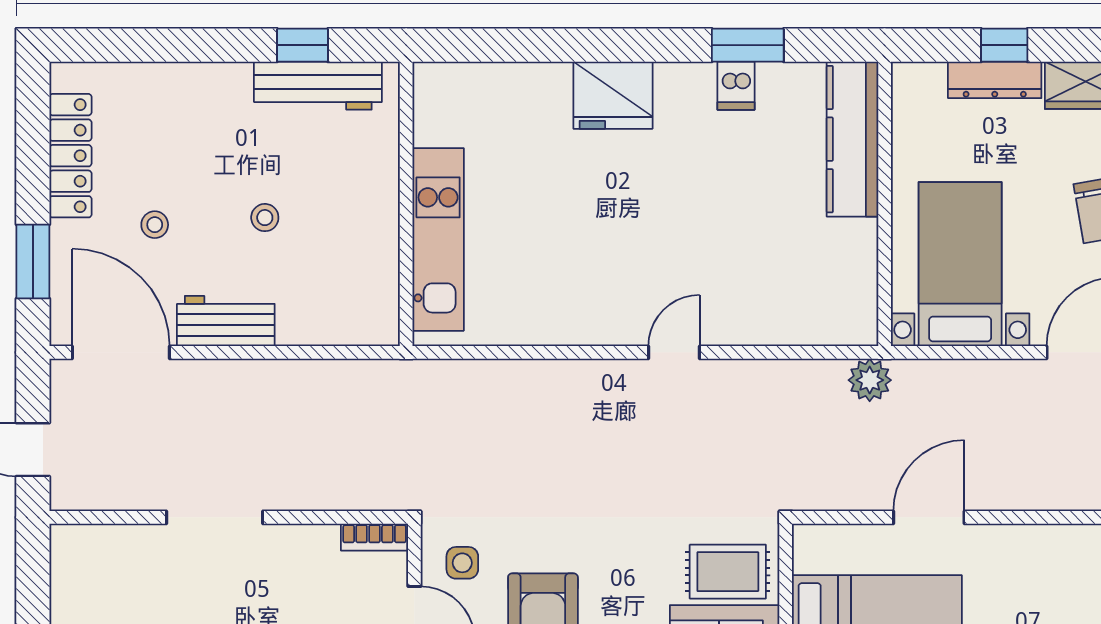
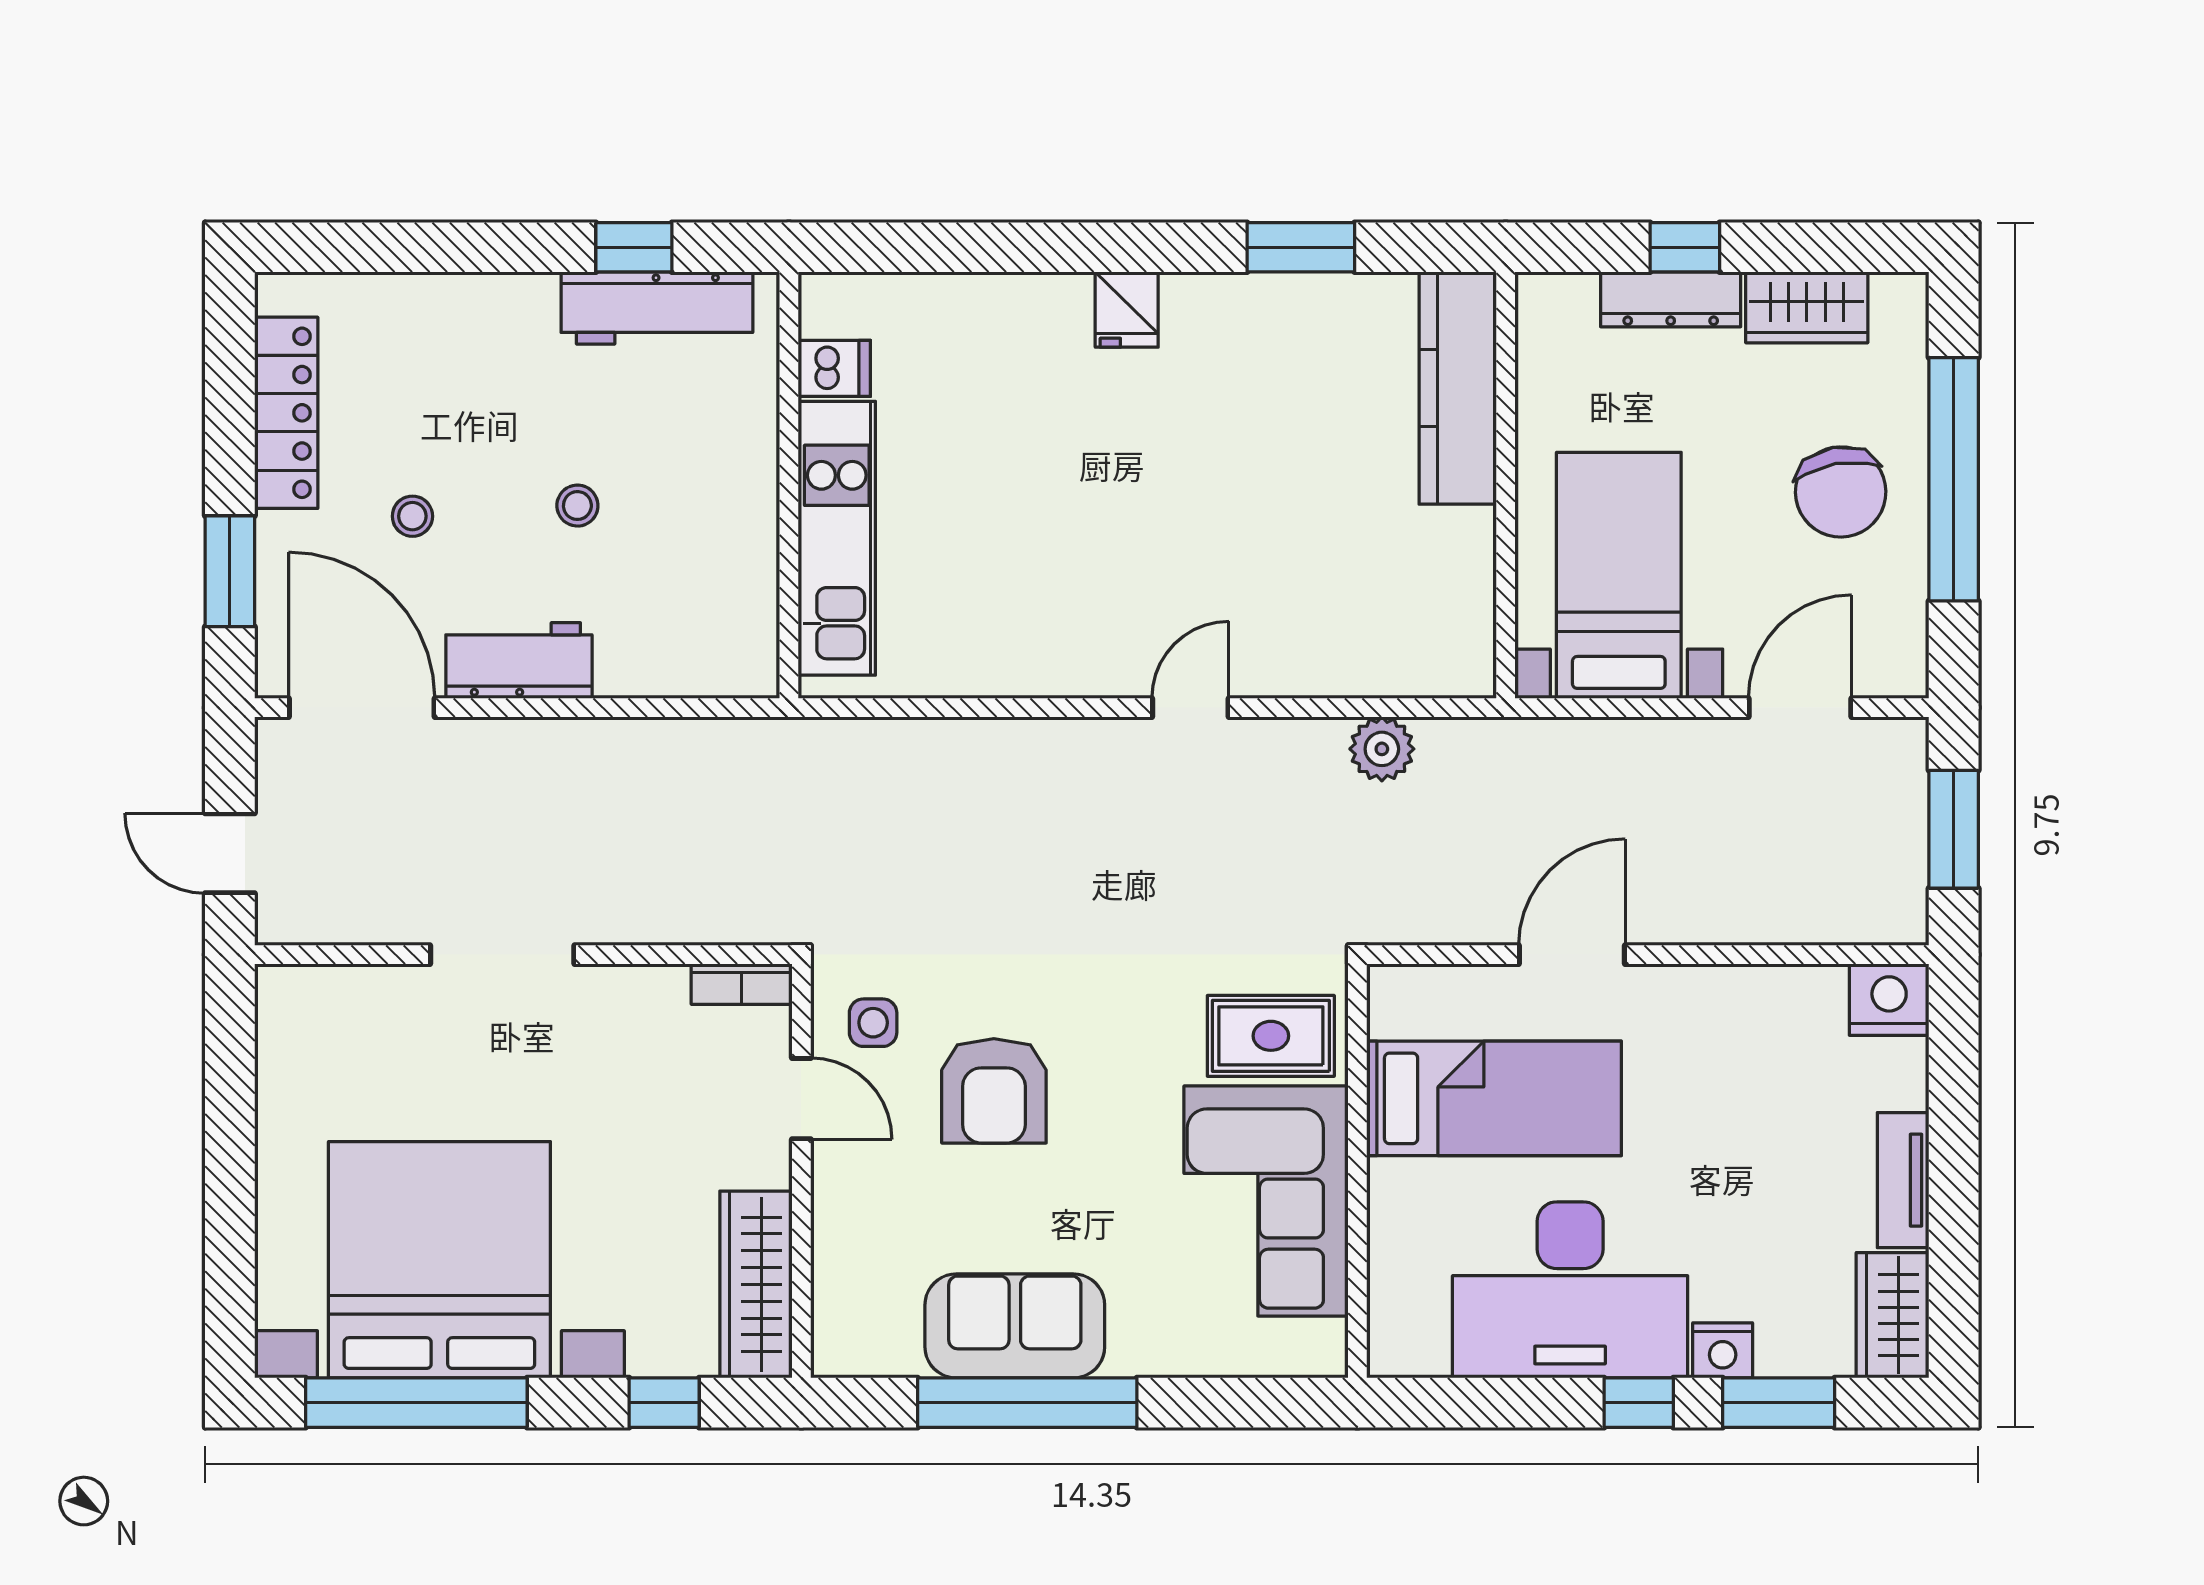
dishwasher: (736, 86) -> (834, 368), moved, turned -90
fridge: (613, 95) -> (1127, 310), width x0.53, depth x0.75
plant: (870, 380) -> (1382, 749), moved

